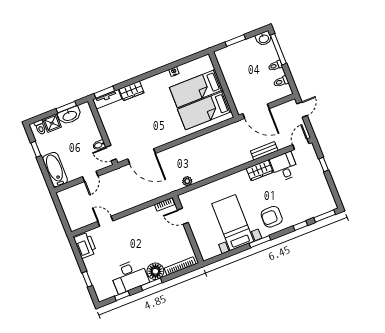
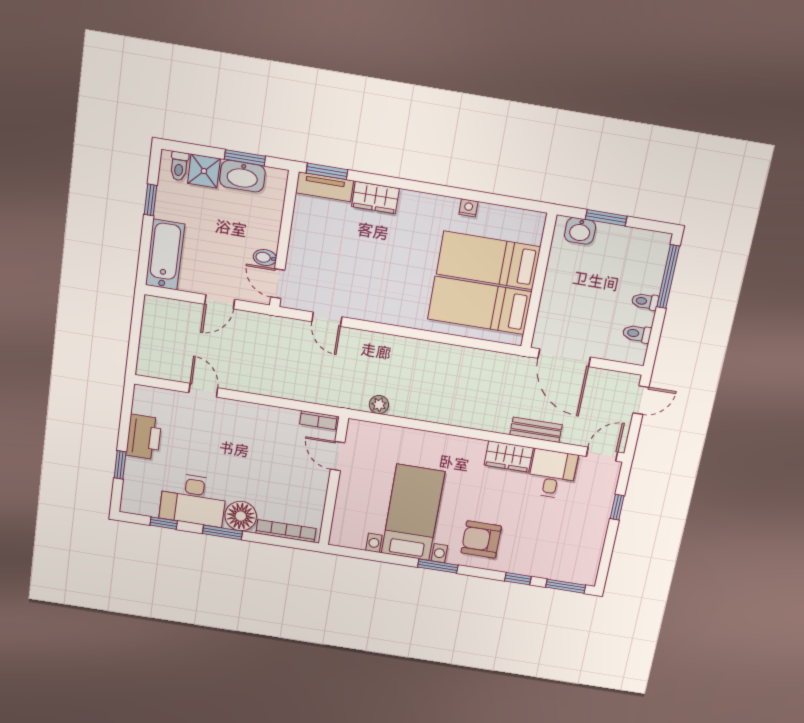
washbasin: (264, 39) -> (580, 231), moved
door: (142, 156) -> (327, 319), width x0.53
printer: (85, 245) -> (144, 437), moved

